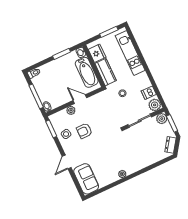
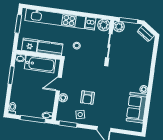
kitchen unit: (130, 53) -> (55, 19), width x1.36
sofa: (86, 179) -> (137, 108), moved, turned -90

